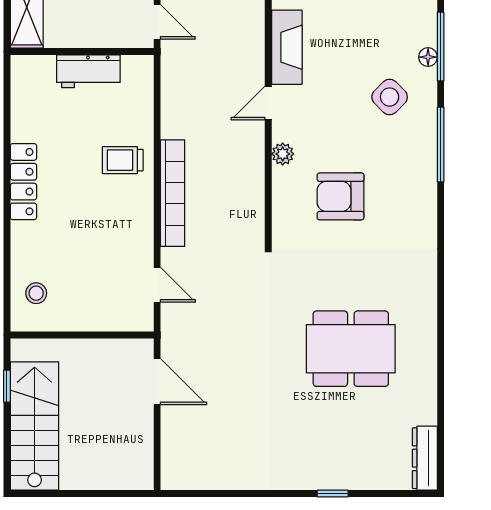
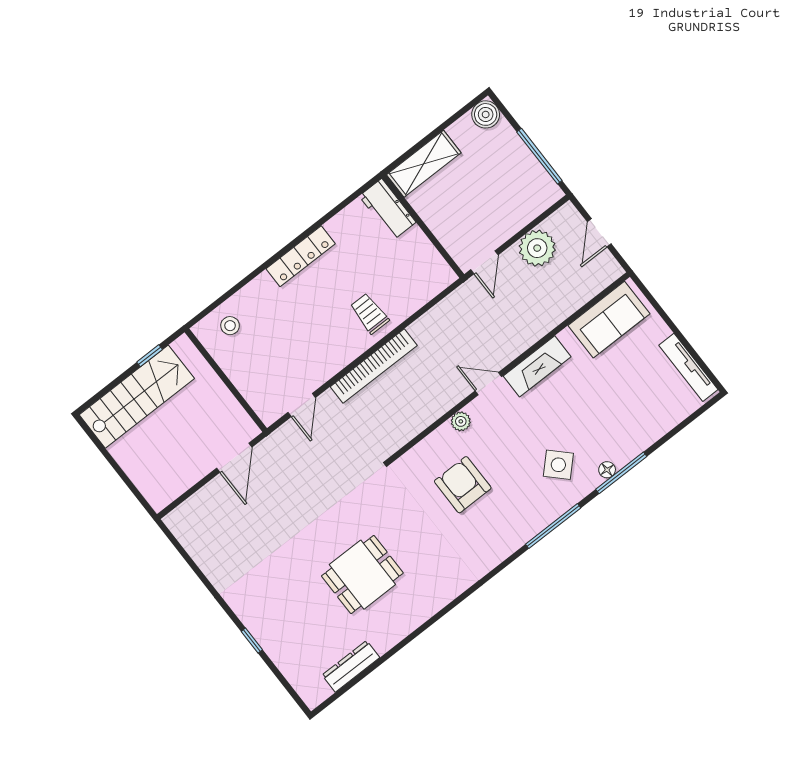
workbench: (88, 71) -> (388, 209), moved
dining table: (351, 349) -> (362, 575), width x0.73
dresser: (425, 458) -> (351, 666), moved

